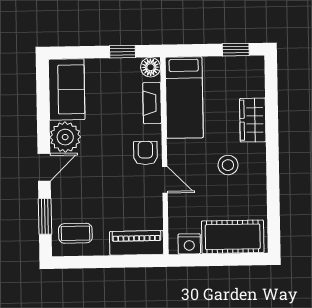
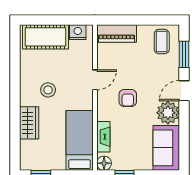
armchair: (145, 153) -> (128, 98), moved
door: (165, 180) -> (95, 80), swing flipped
coffee table: (75, 233) -> (162, 42), turned 90

